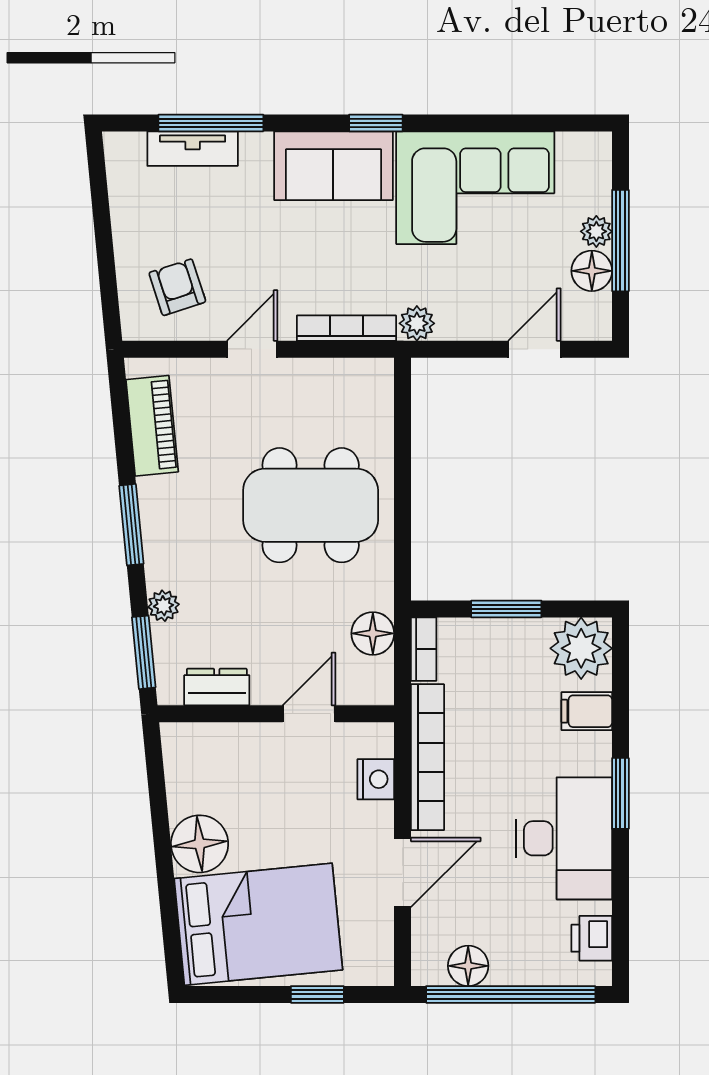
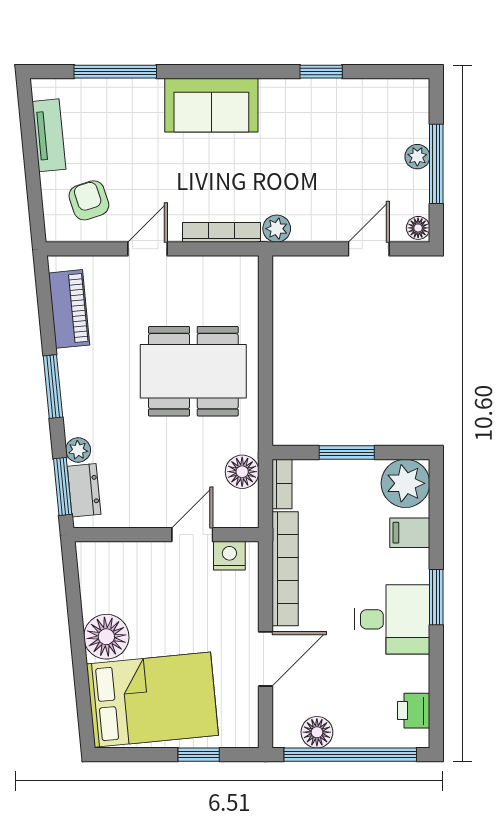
window: (376, 123) -> (321, 72), moved
tv unit: (193, 149) -> (49, 135), moved, turned -96
corner sofa: (475, 188) -> (322, 122), removed
floor lamp: (592, 271) -> (418, 228), moved, width x0.73, depth x0.73
dresser: (217, 687) -> (84, 490), moved, turned 84
nightstand: (376, 779) -> (229, 556), moved, turned -90
desk: (564, 838) -> (392, 619), width x0.73

